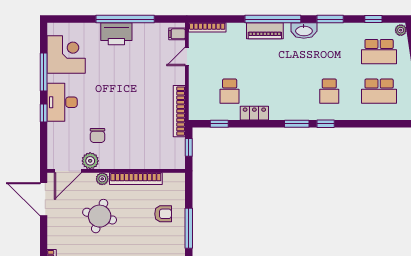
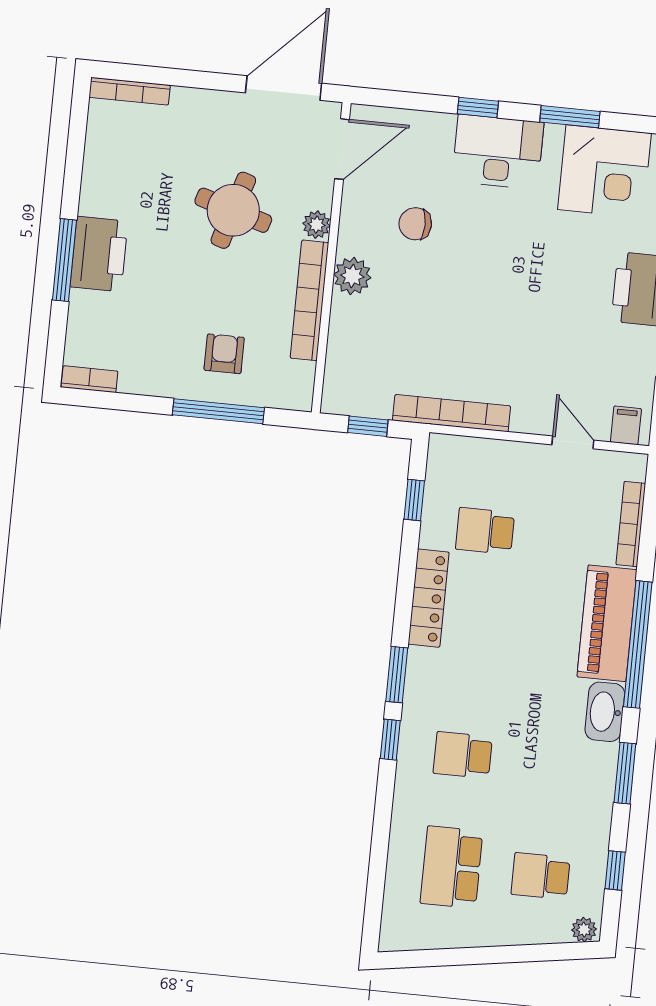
bookcase: (207, 27) -> (631, 524), moved
piano: (265, 31) -> (607, 623), width x1.37, depth x1.33
school desk: (379, 52) -> (541, 876), width x0.54
window: (44, 72) -> (570, 117), width x0.69
locker: (254, 113) -> (429, 598), width x1.53
plant: (90, 161) -> (352, 276), moved
door: (68, 171) -> (342, 149), swing flipped
armchair: (163, 214) -> (224, 354), turned 180
window: (189, 228) -> (218, 411), moved

